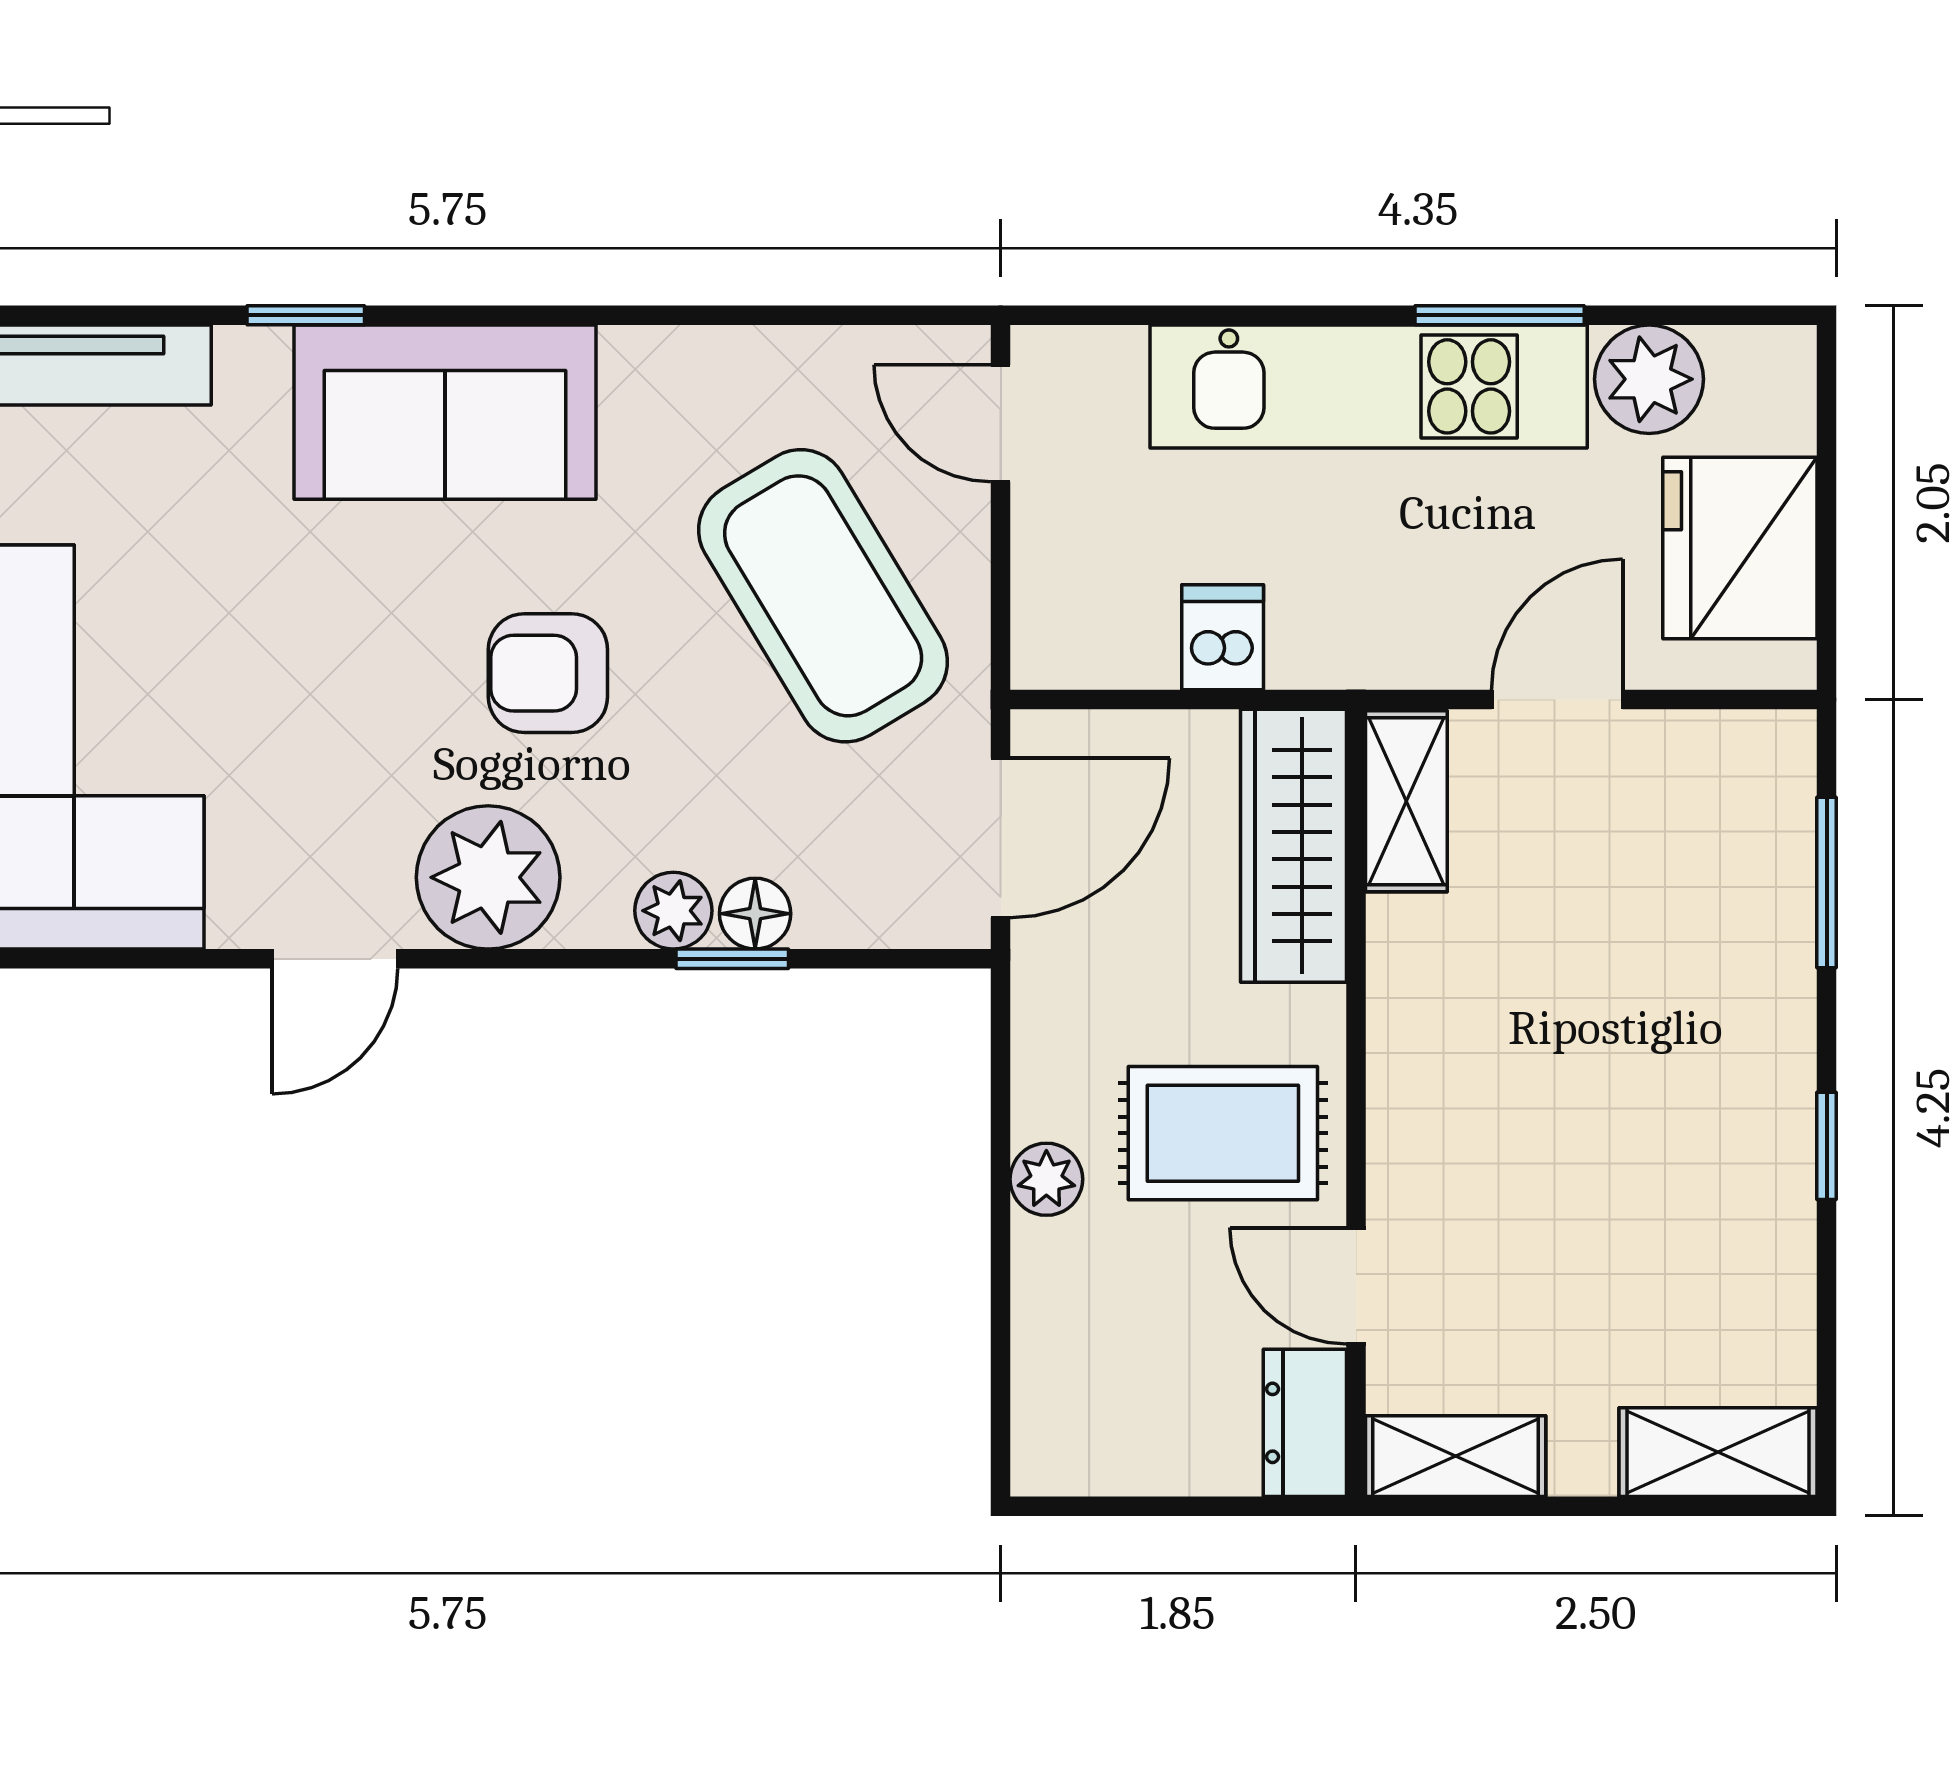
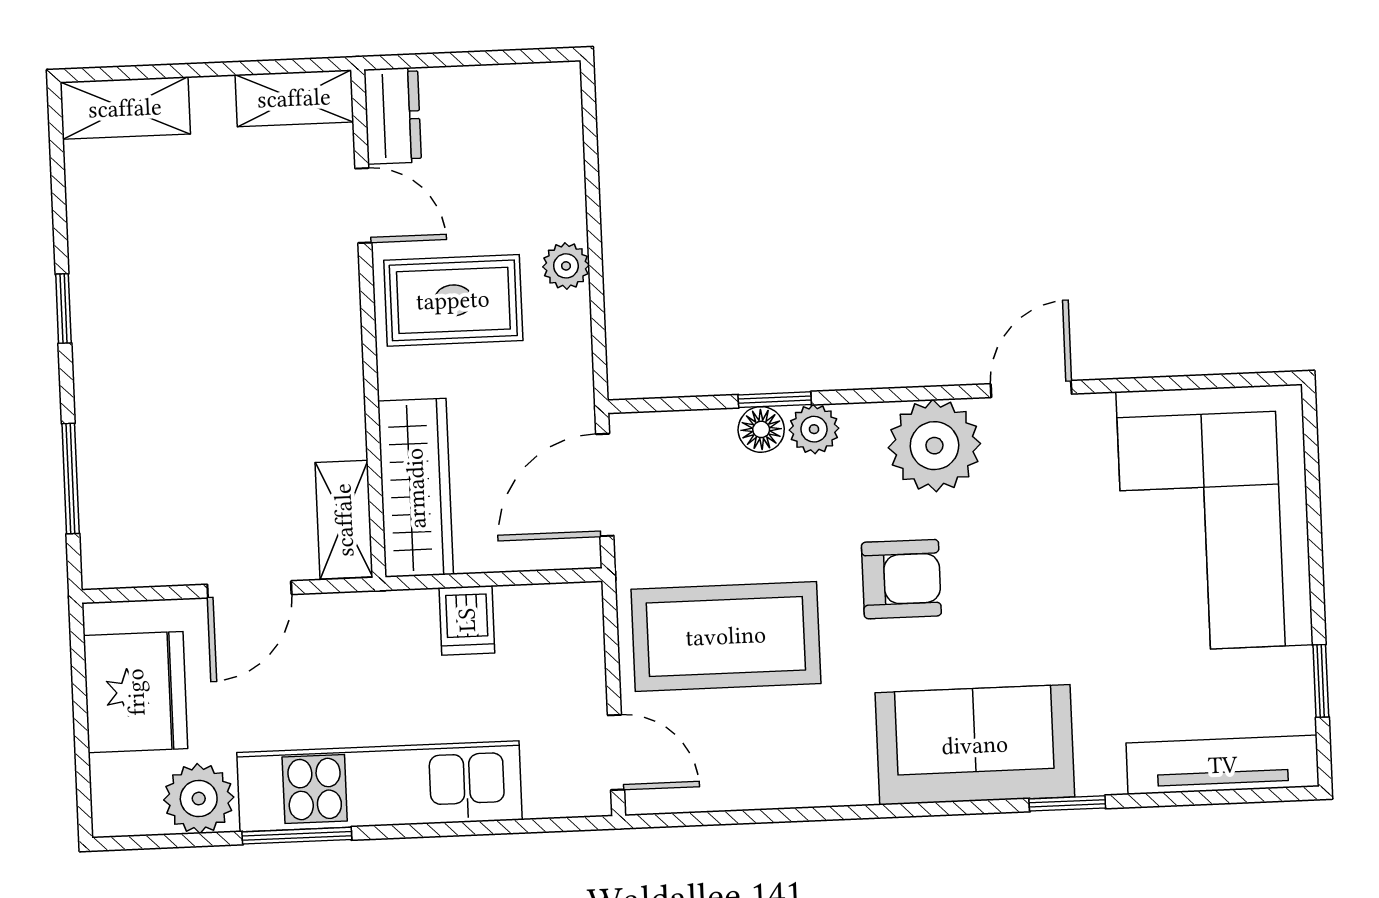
coffee table: (823, 596) -> (726, 636), turned -59

